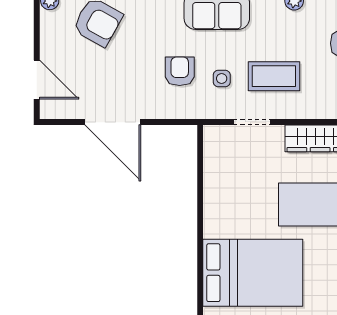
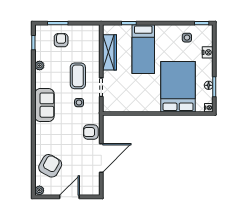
armchair: (180, 71) -> (91, 132), moved
door: (37, 80) -> (69, 197), moved

